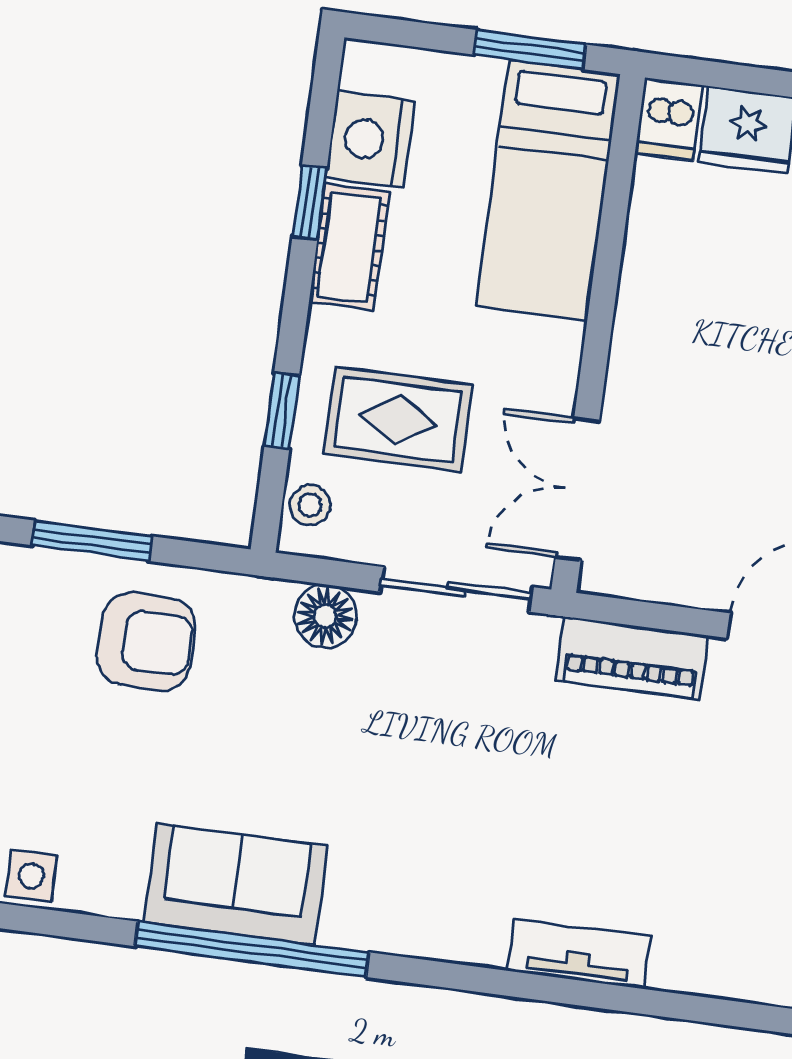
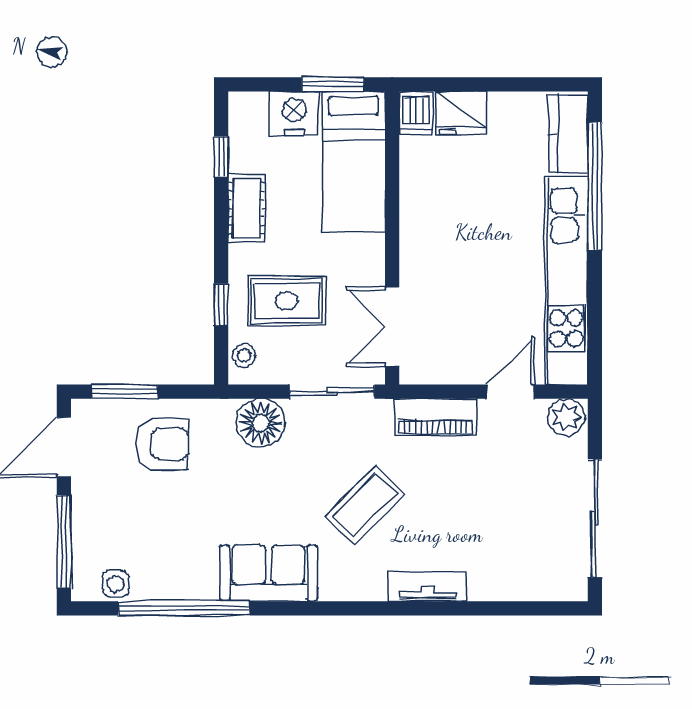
nightstand: (370, 140) -> (294, 114), moved, turned 90
window: (310, 202) -> (221, 157), moved
floor lamp: (325, 616) -> (261, 423), width x1.38, depth x1.38
coffee table: (487, 796) -> (365, 505), added
sofa: (236, 884) -> (268, 573), moved
window: (252, 949) -> (184, 608), moved

